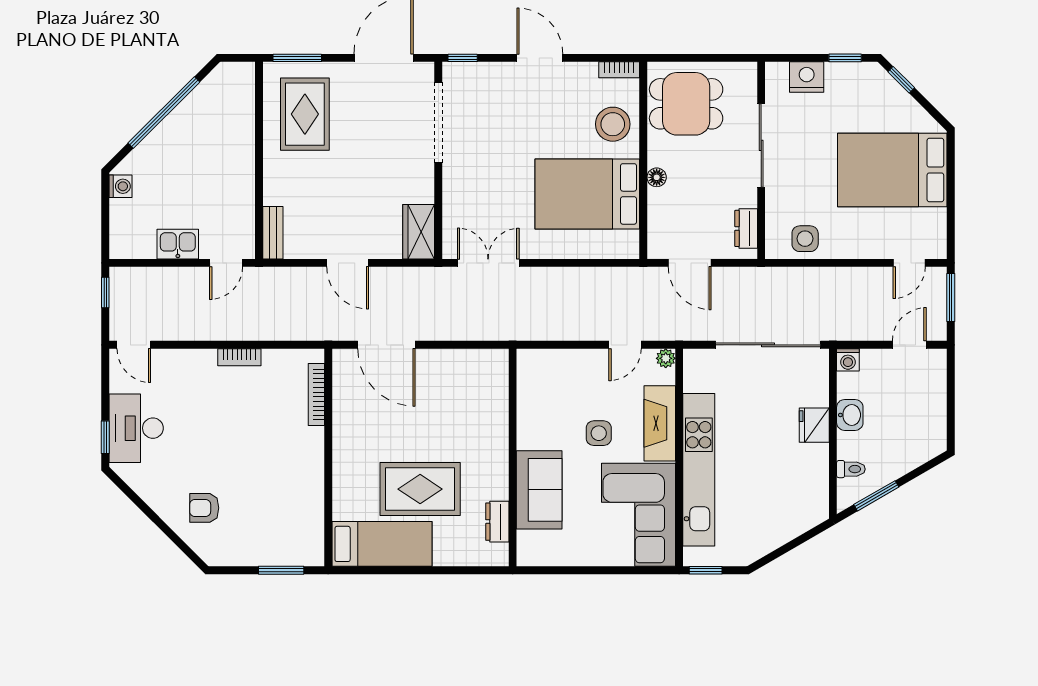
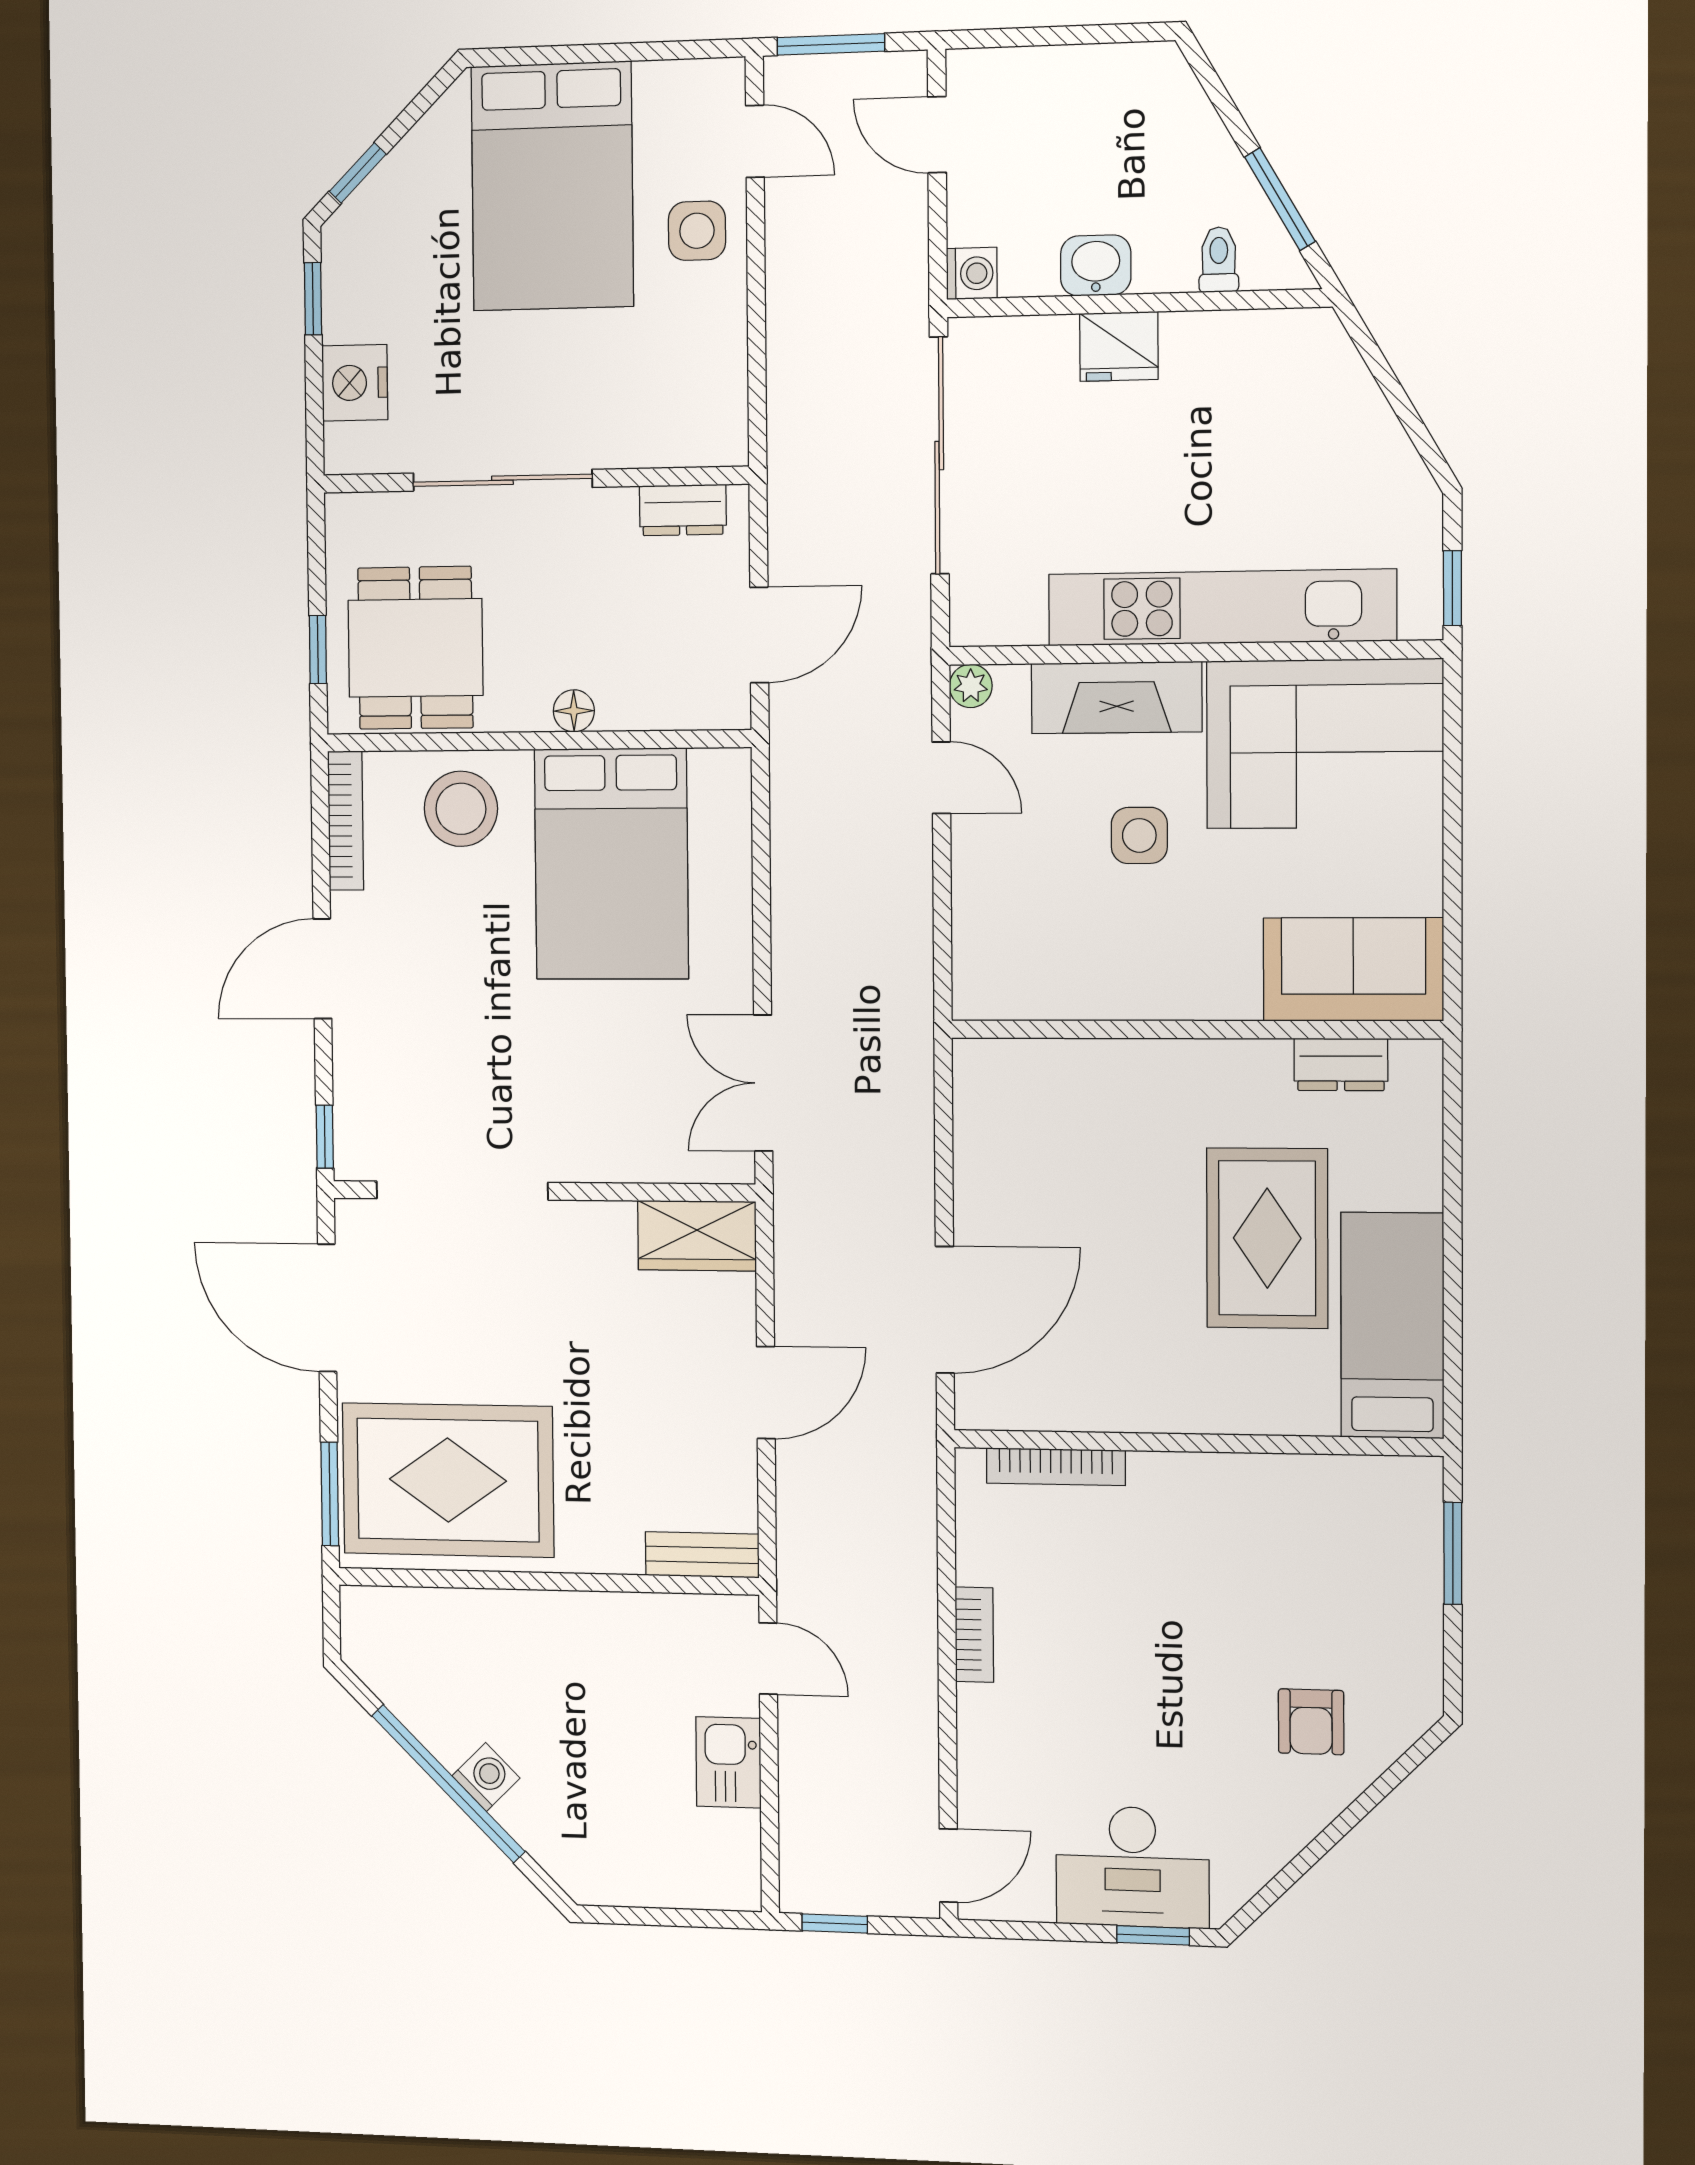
window: (686, 58) -> (318, 650), added
bookcase: (619, 70) -> (346, 821), width x1.56
rug: (305, 114) -> (448, 1480), width x1.37, depth x1.44
washing machine: (121, 186) -> (486, 1777), moved, turned 45
side table: (805, 239) -> (697, 231), moved
sofa: (539, 490) -> (1353, 969), moved

